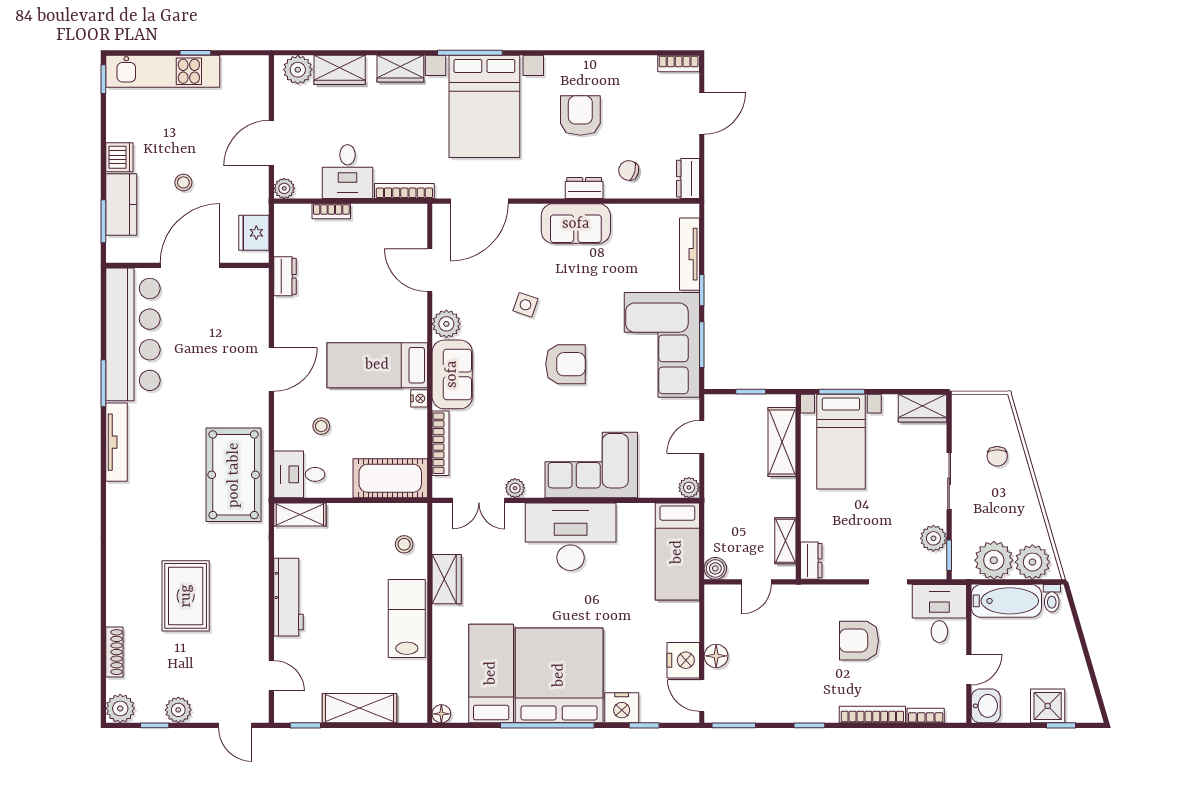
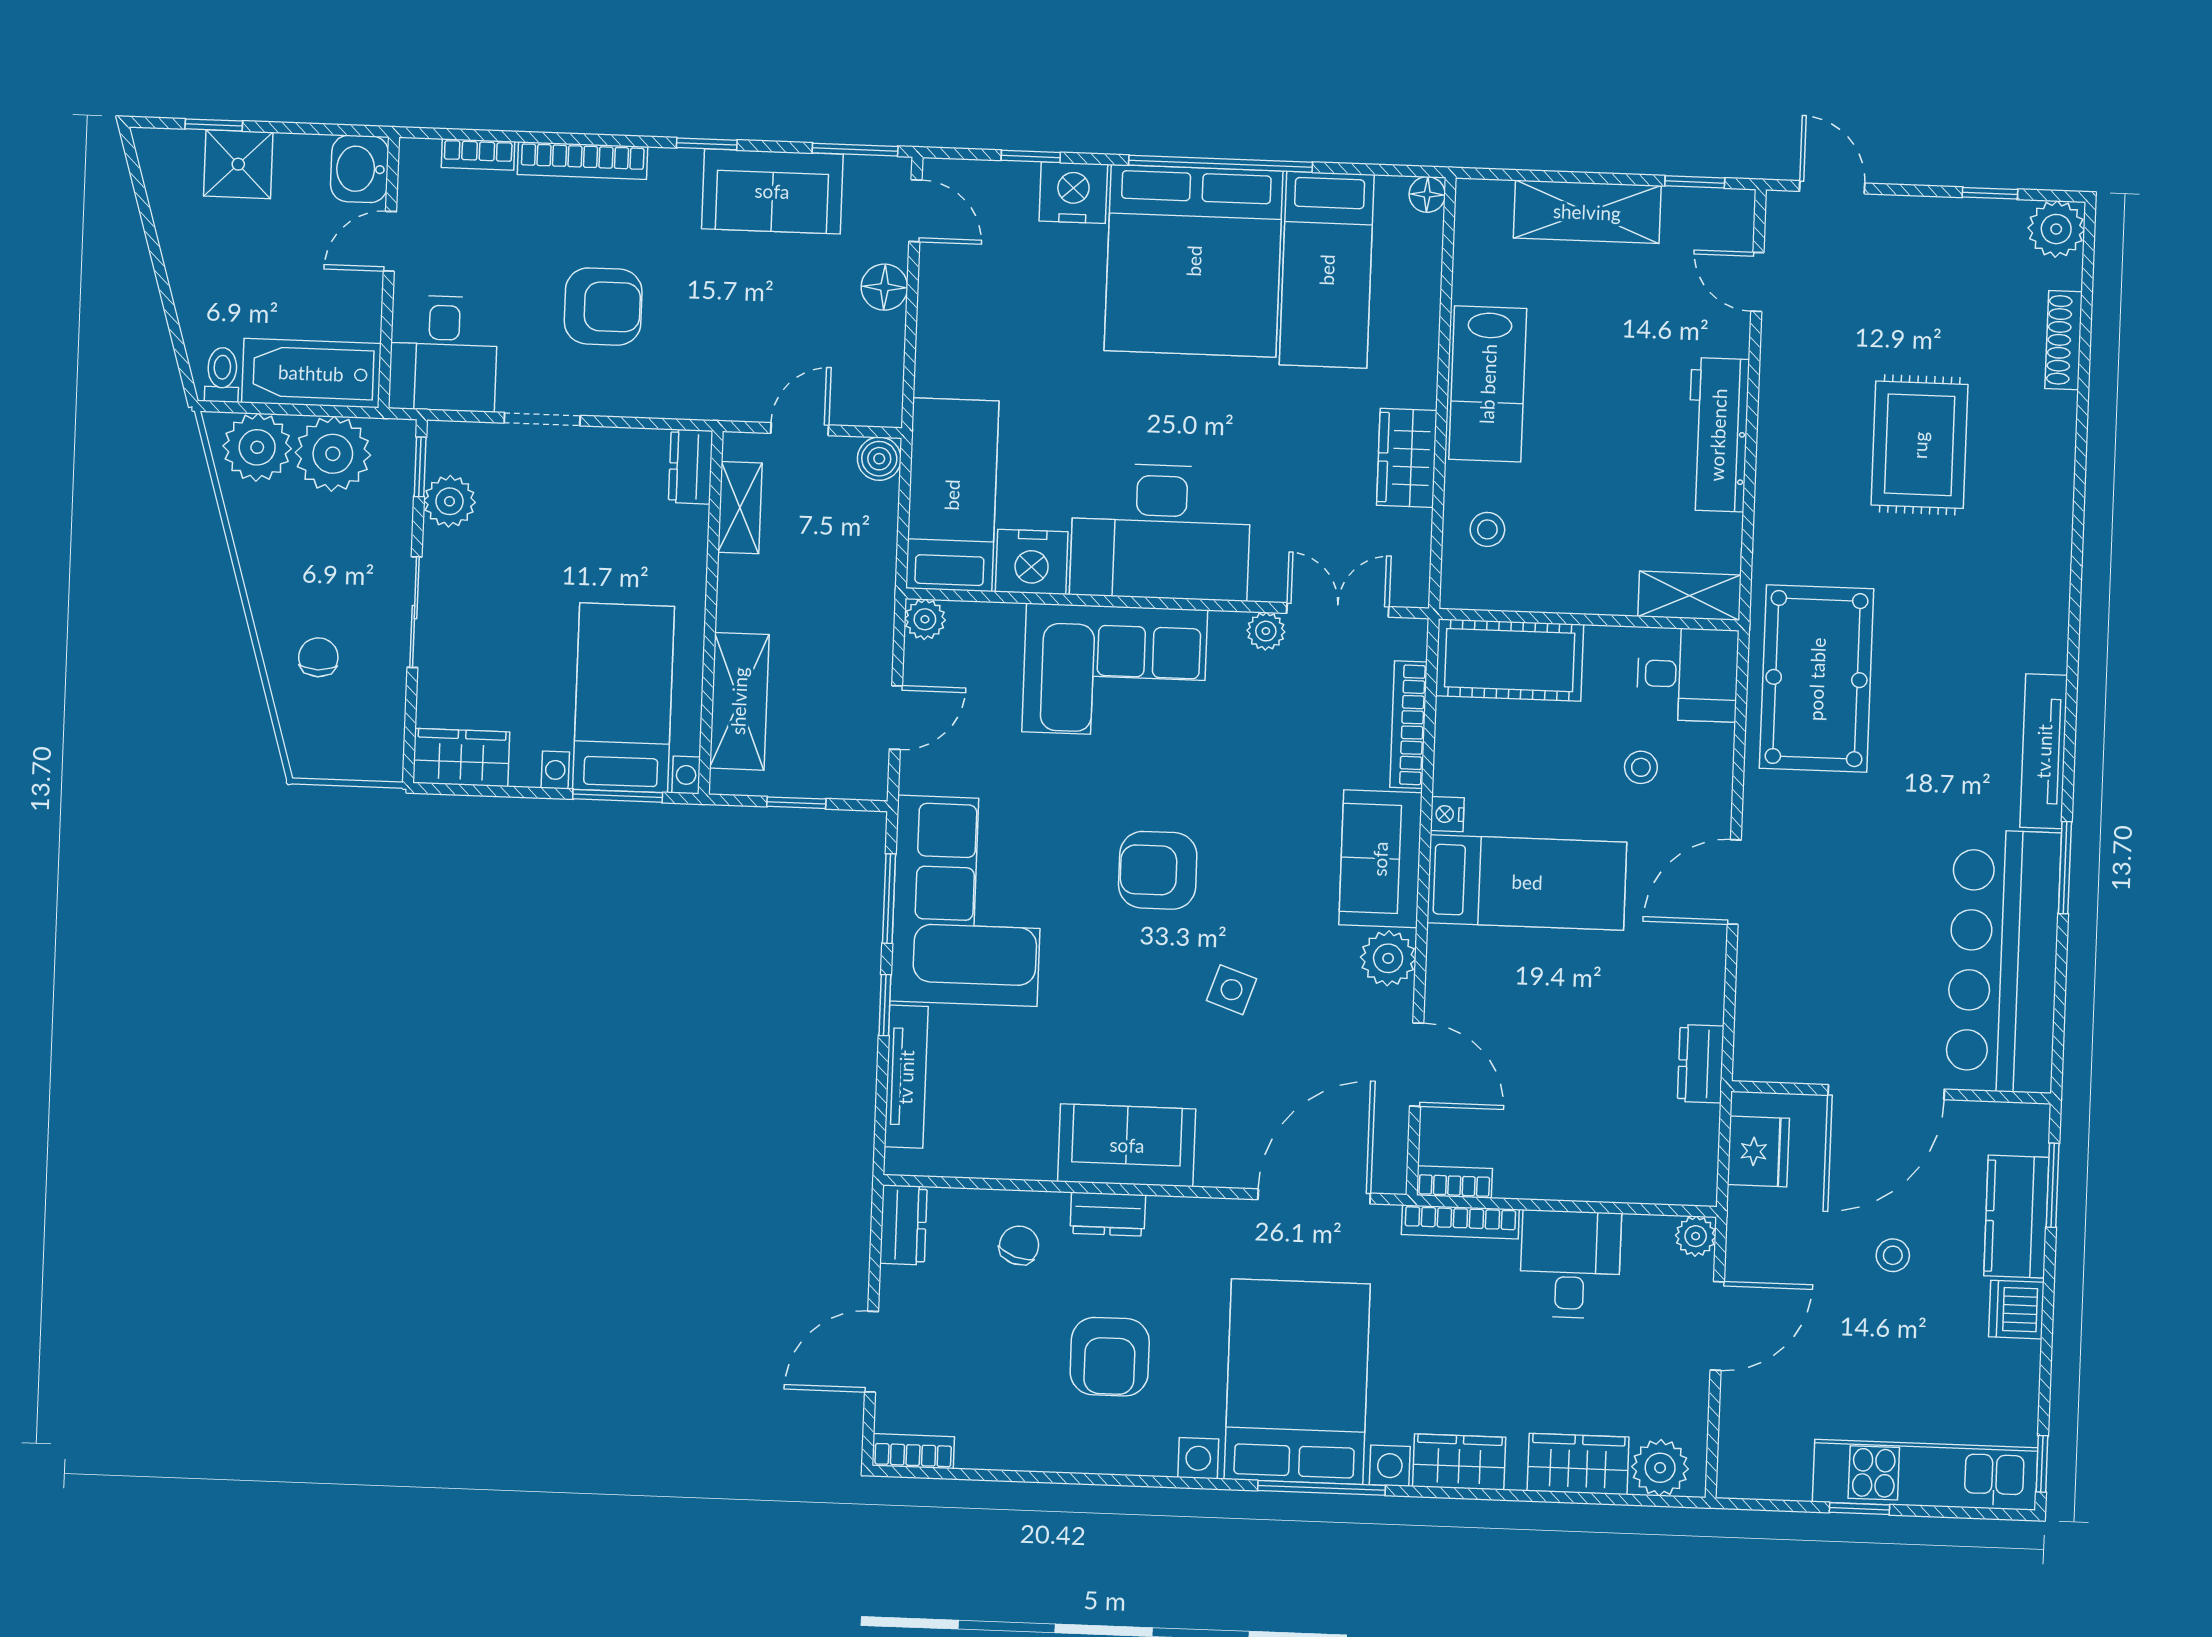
chair: (629, 170) -> (1019, 1245), turned -87
bookcase: (331, 211) -> (1454, 1182), moved
nightstand: (683, 660) -> (1032, 562), moved, turned -90
sofa: (775, 703) -> (772, 191), added
plant: (178, 710) -> (1943, 222), removed

